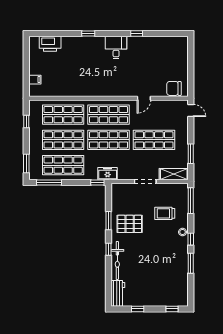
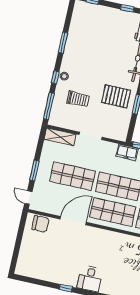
door: (144, 98) -> (73, 221), width x1.88
window: (191, 154) -> (34, 171), moved
window: (191, 239) -> (55, 77), moved

